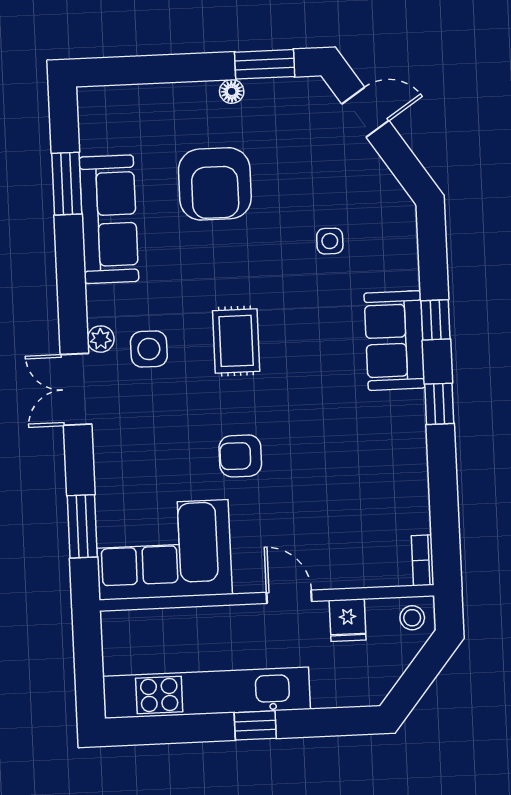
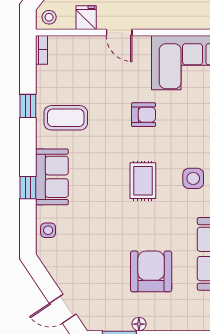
side table: (330, 241) -> (48, 230), moved
window: (439, 404) -> (28, 106), moved
coffee table: (375, 444) -> (66, 118), added

